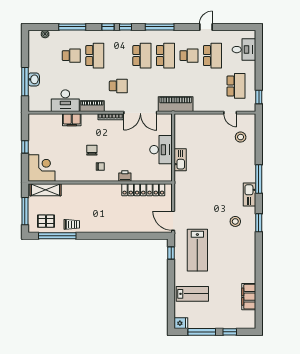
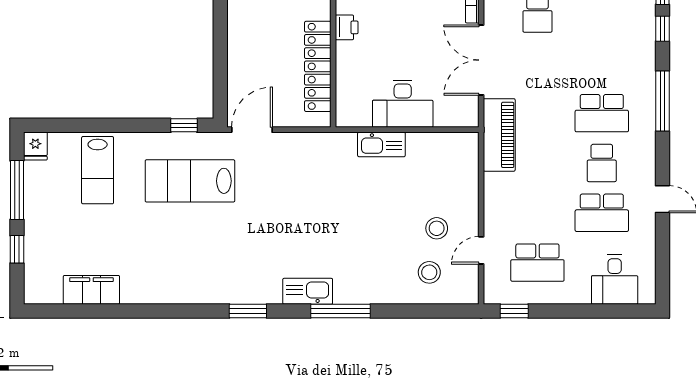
school desk: (142, 56) -> (602, 63), removed
stool: (235, 221) -> (437, 228), moved

